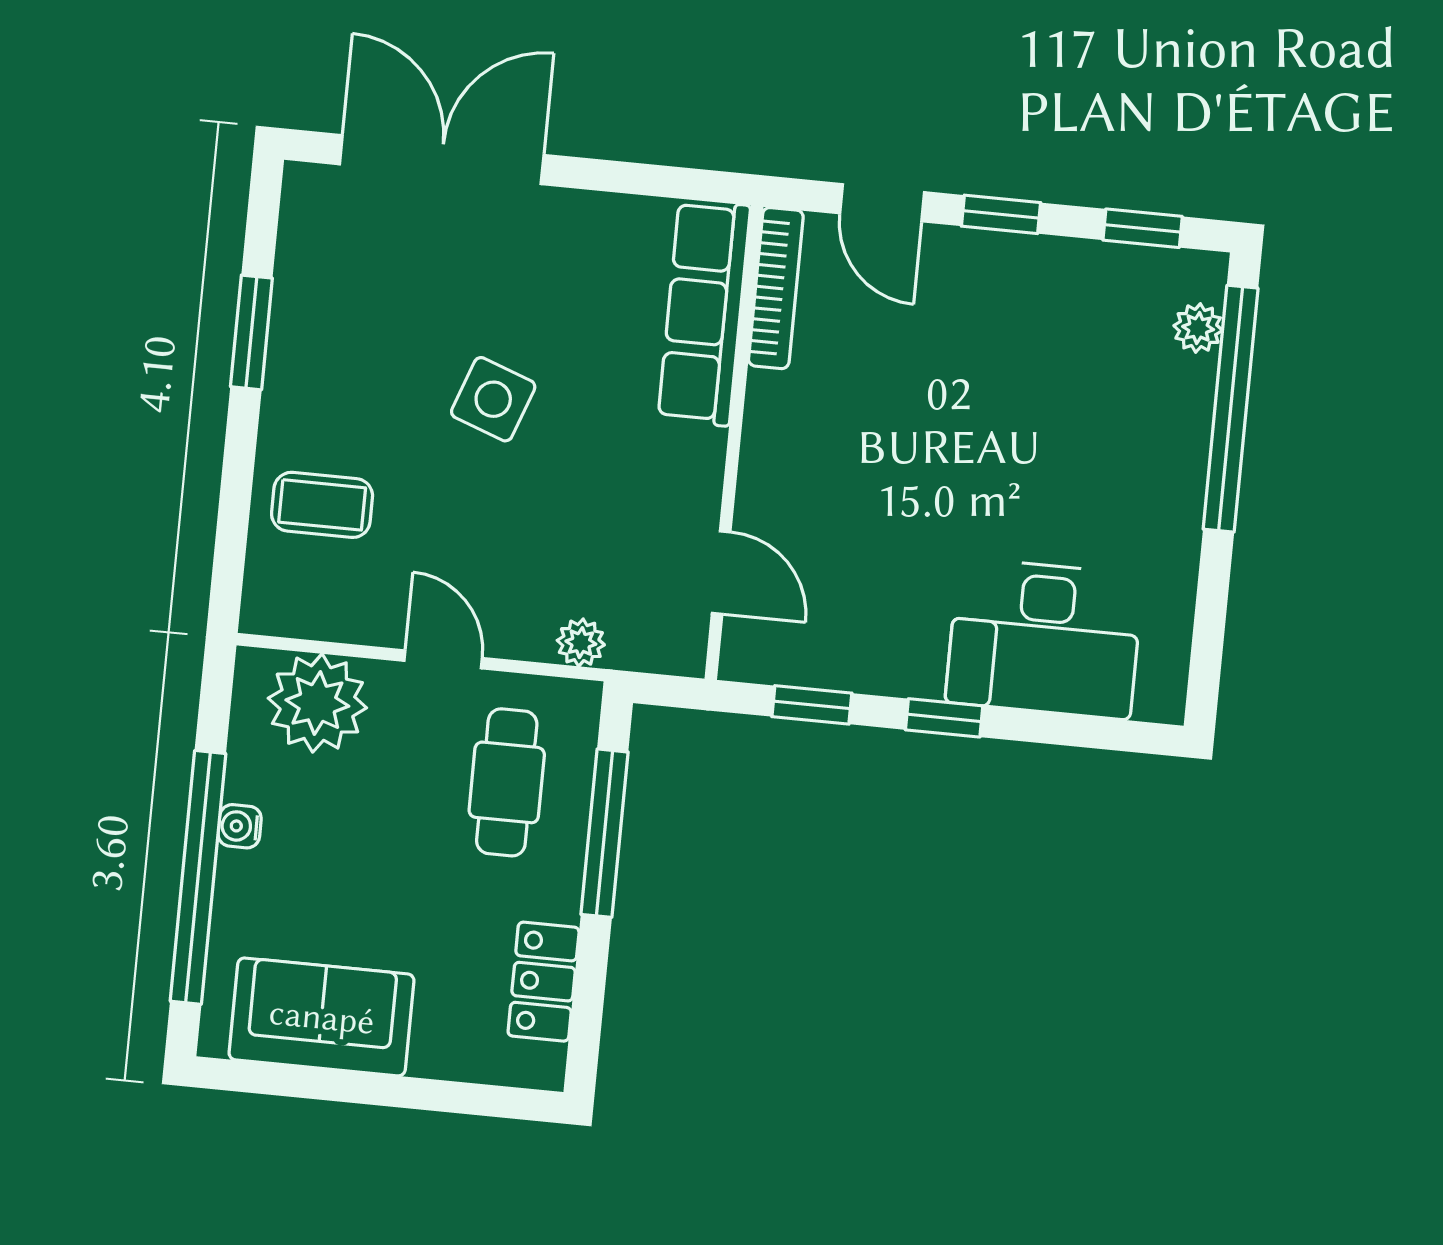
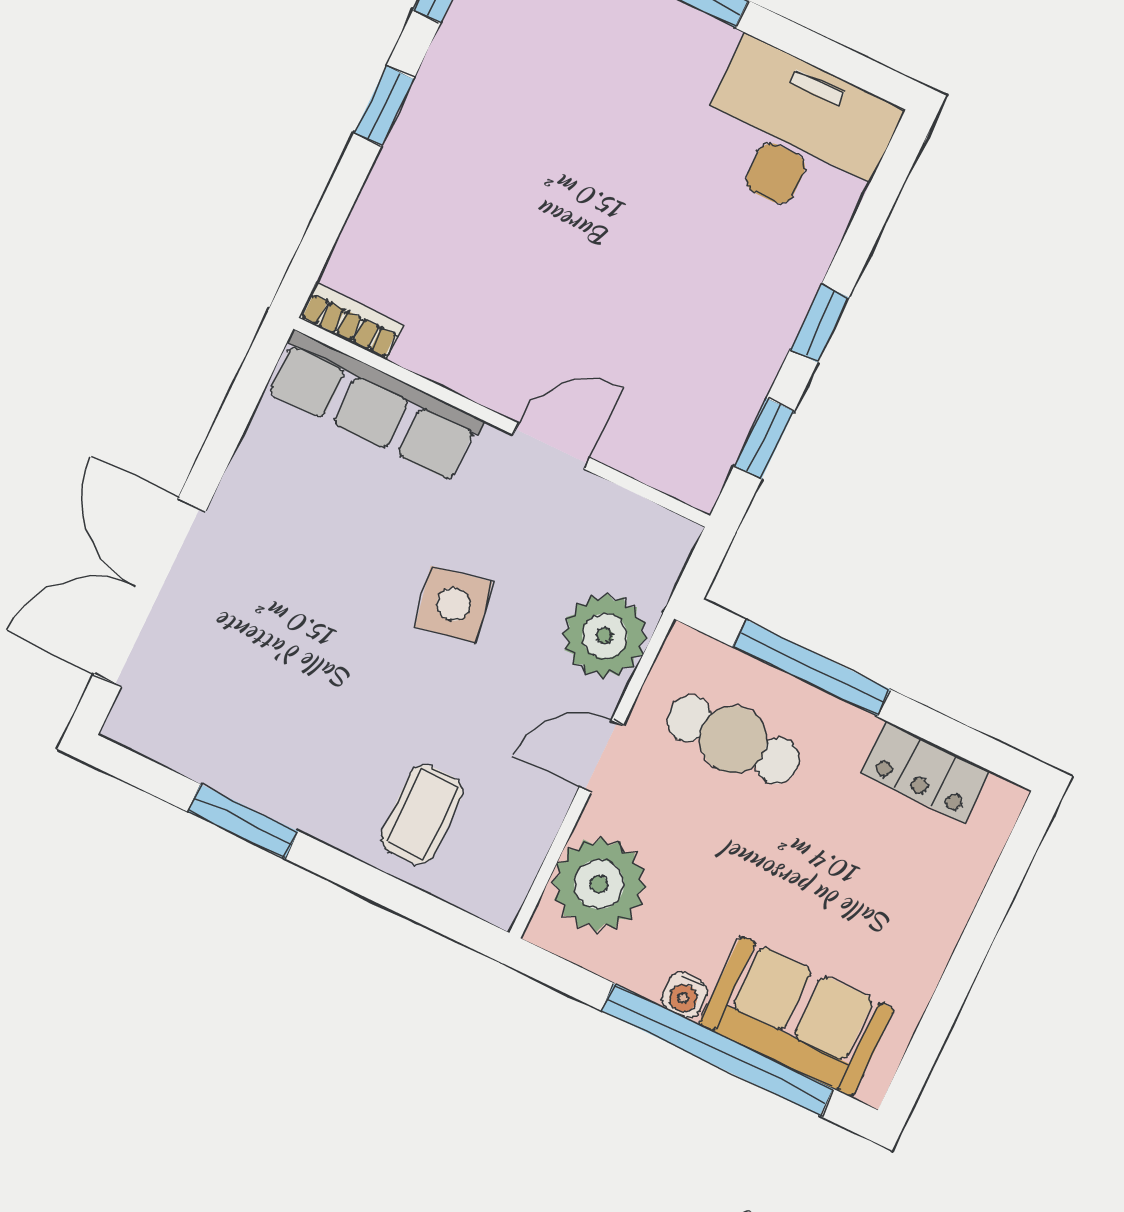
door: (882, 203) -> (334, 209), removed
bookcase: (776, 288) -> (351, 321), width x0.64
side table: (493, 399) -> (454, 604), moved, turned -31
door: (721, 573) -> (551, 446), moved
desk: (1044, 639) -> (795, 134), moved, turned -90
plant: (581, 643) -> (605, 636), width x1.87, depth x1.87
sofa: (322, 1017) -> (796, 1017), moved, turned 90

